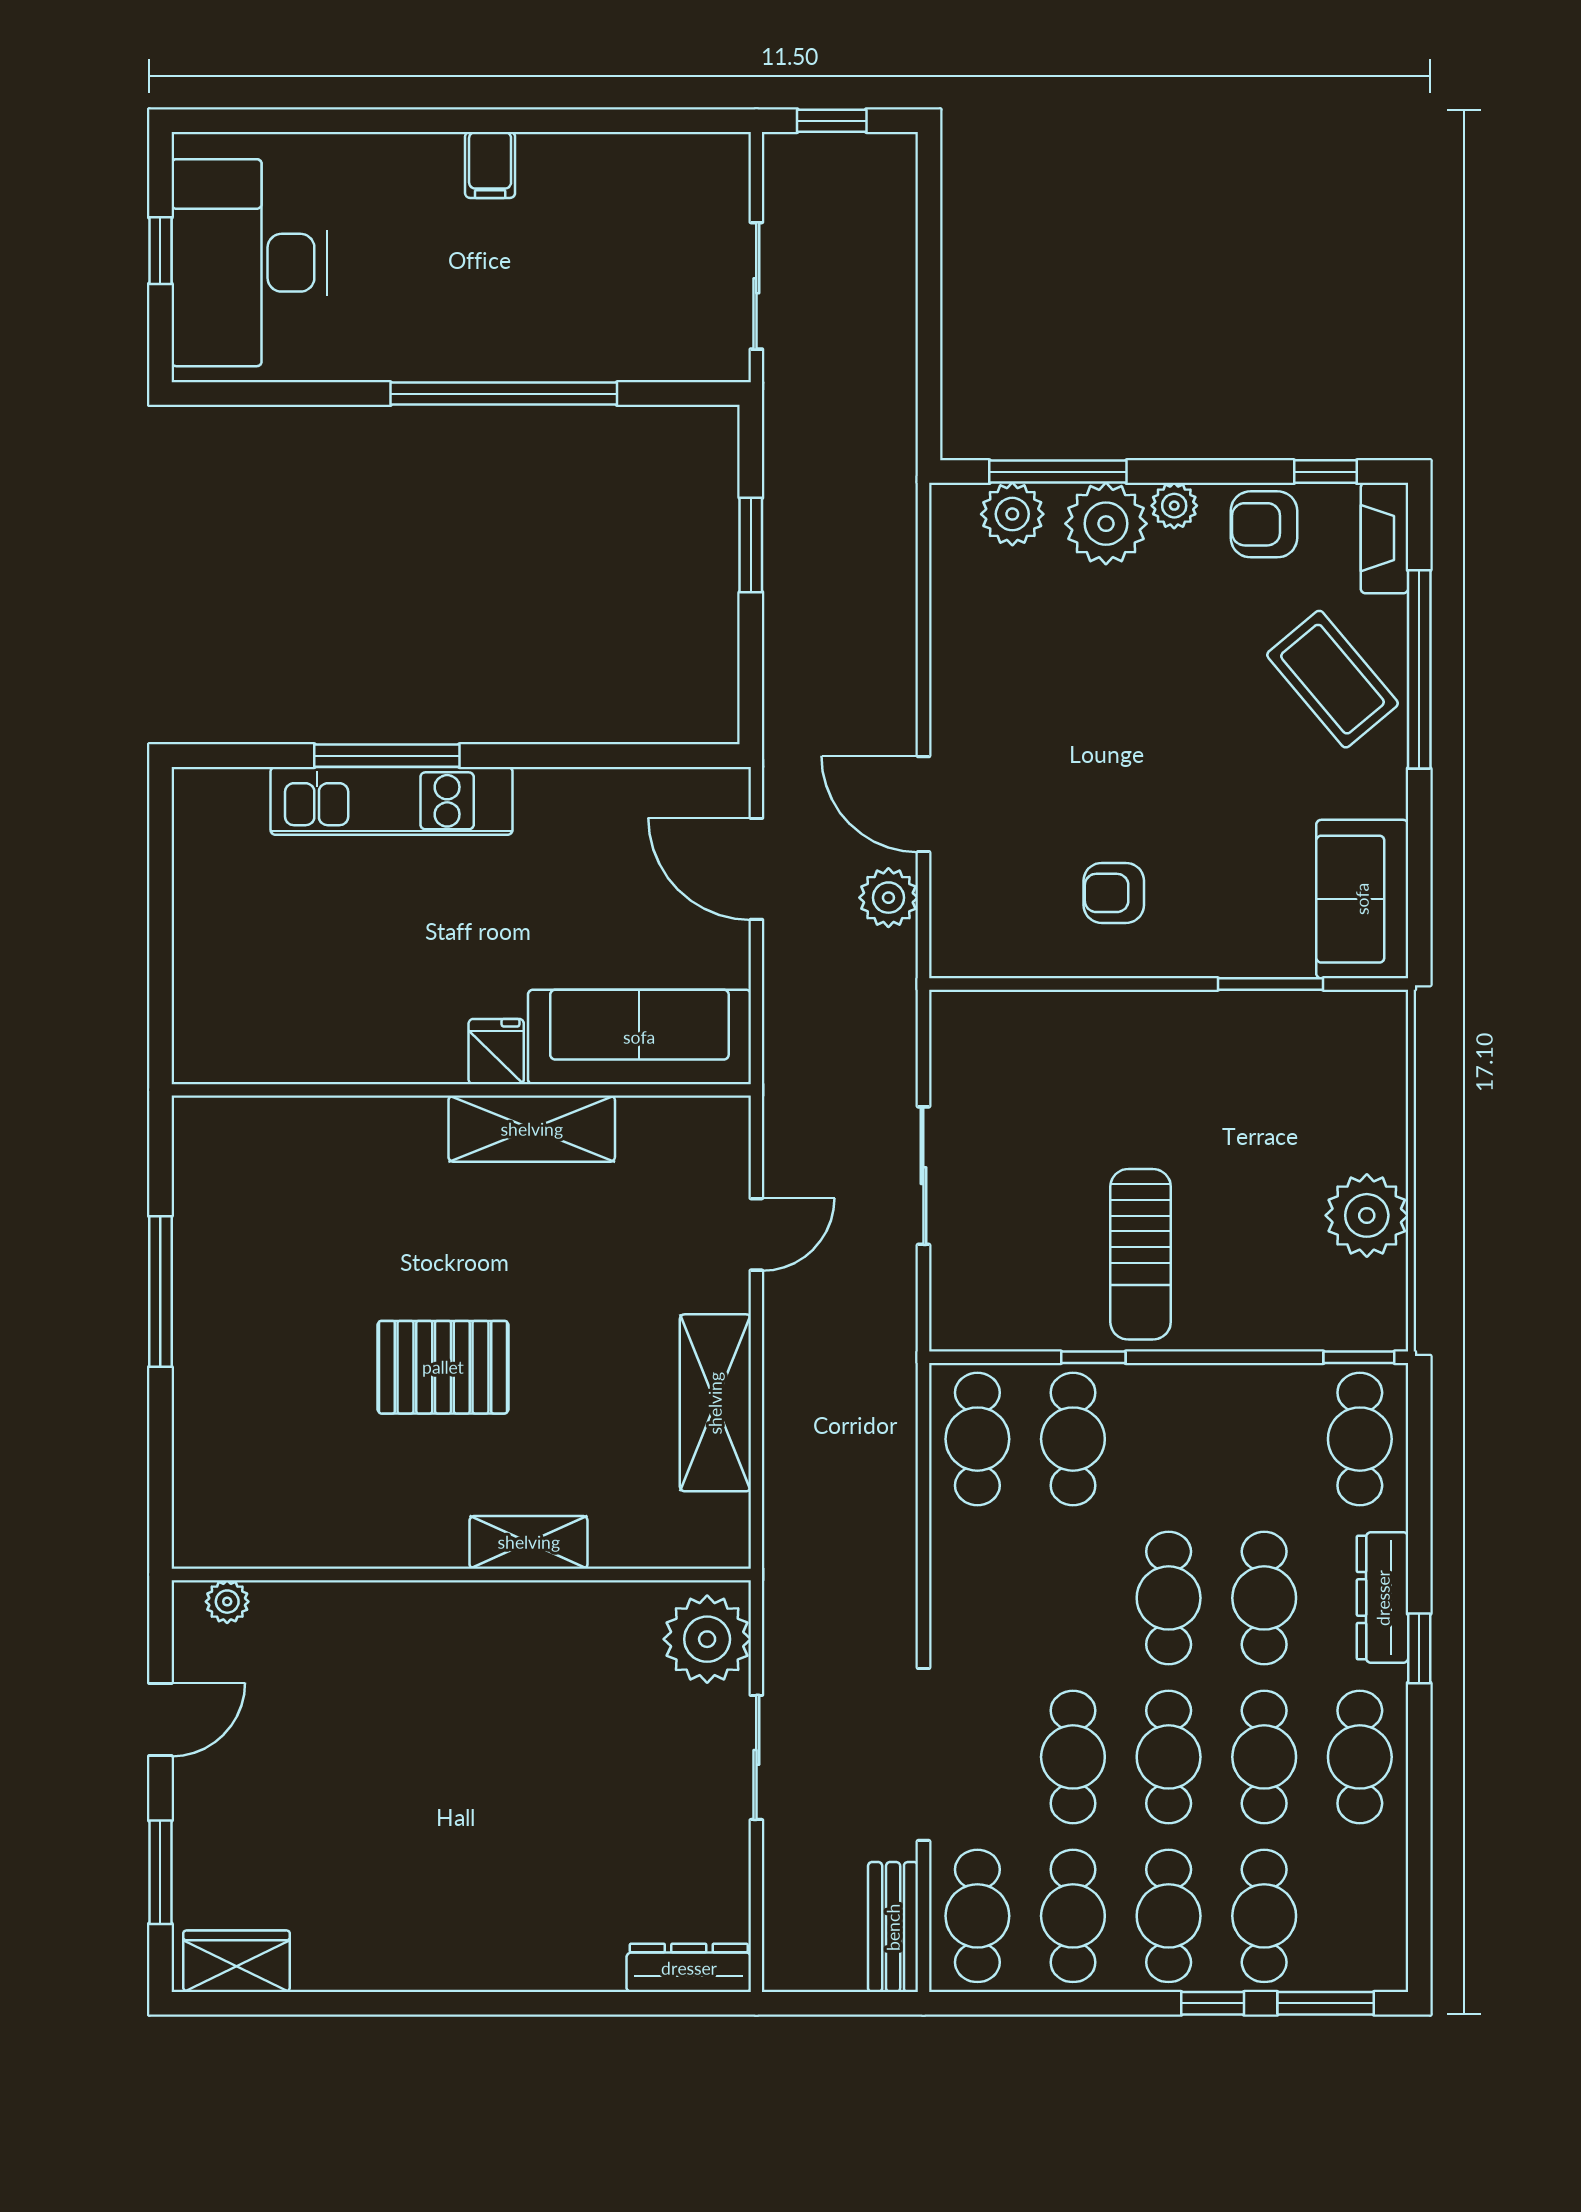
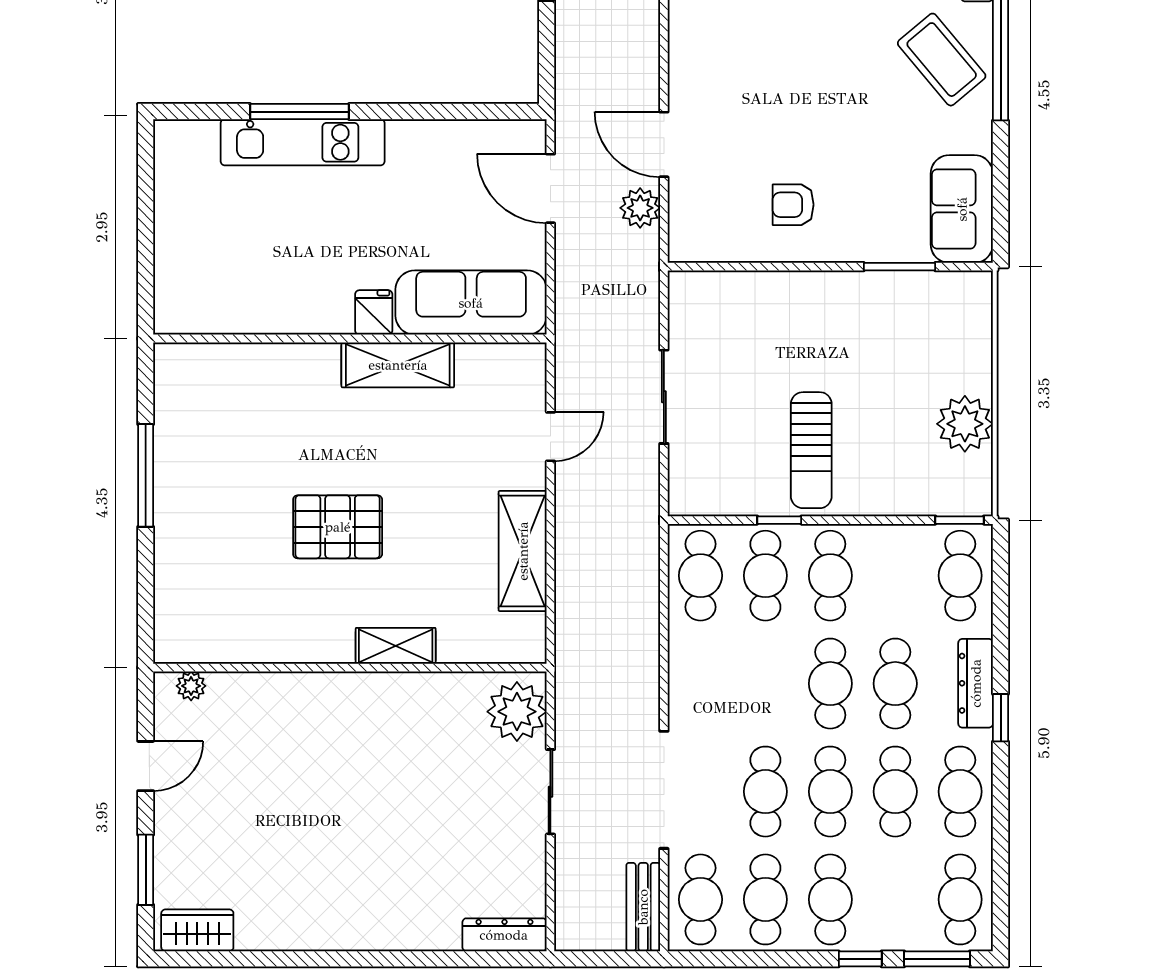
cafe table: (1169, 1439) -> (830, 576), added
cafe table: (1264, 1916) -> (960, 899), moved

